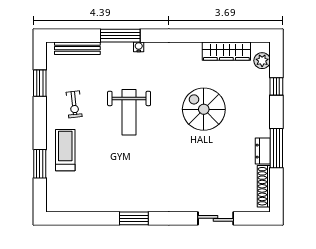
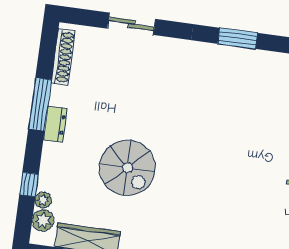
plant: (264, 76) -> (43, 200), added
weight bench: (129, 112) -> (225, 177), removed
dresser: (263, 151) -> (55, 124), moved

